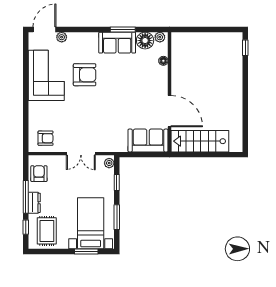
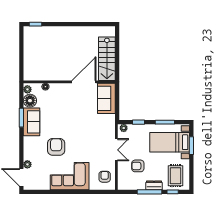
corner sofa: (46, 75) -> (70, 176), moved
armchair: (39, 174) -> (138, 166), moved
rug: (47, 231) -> (176, 176), turned 90

